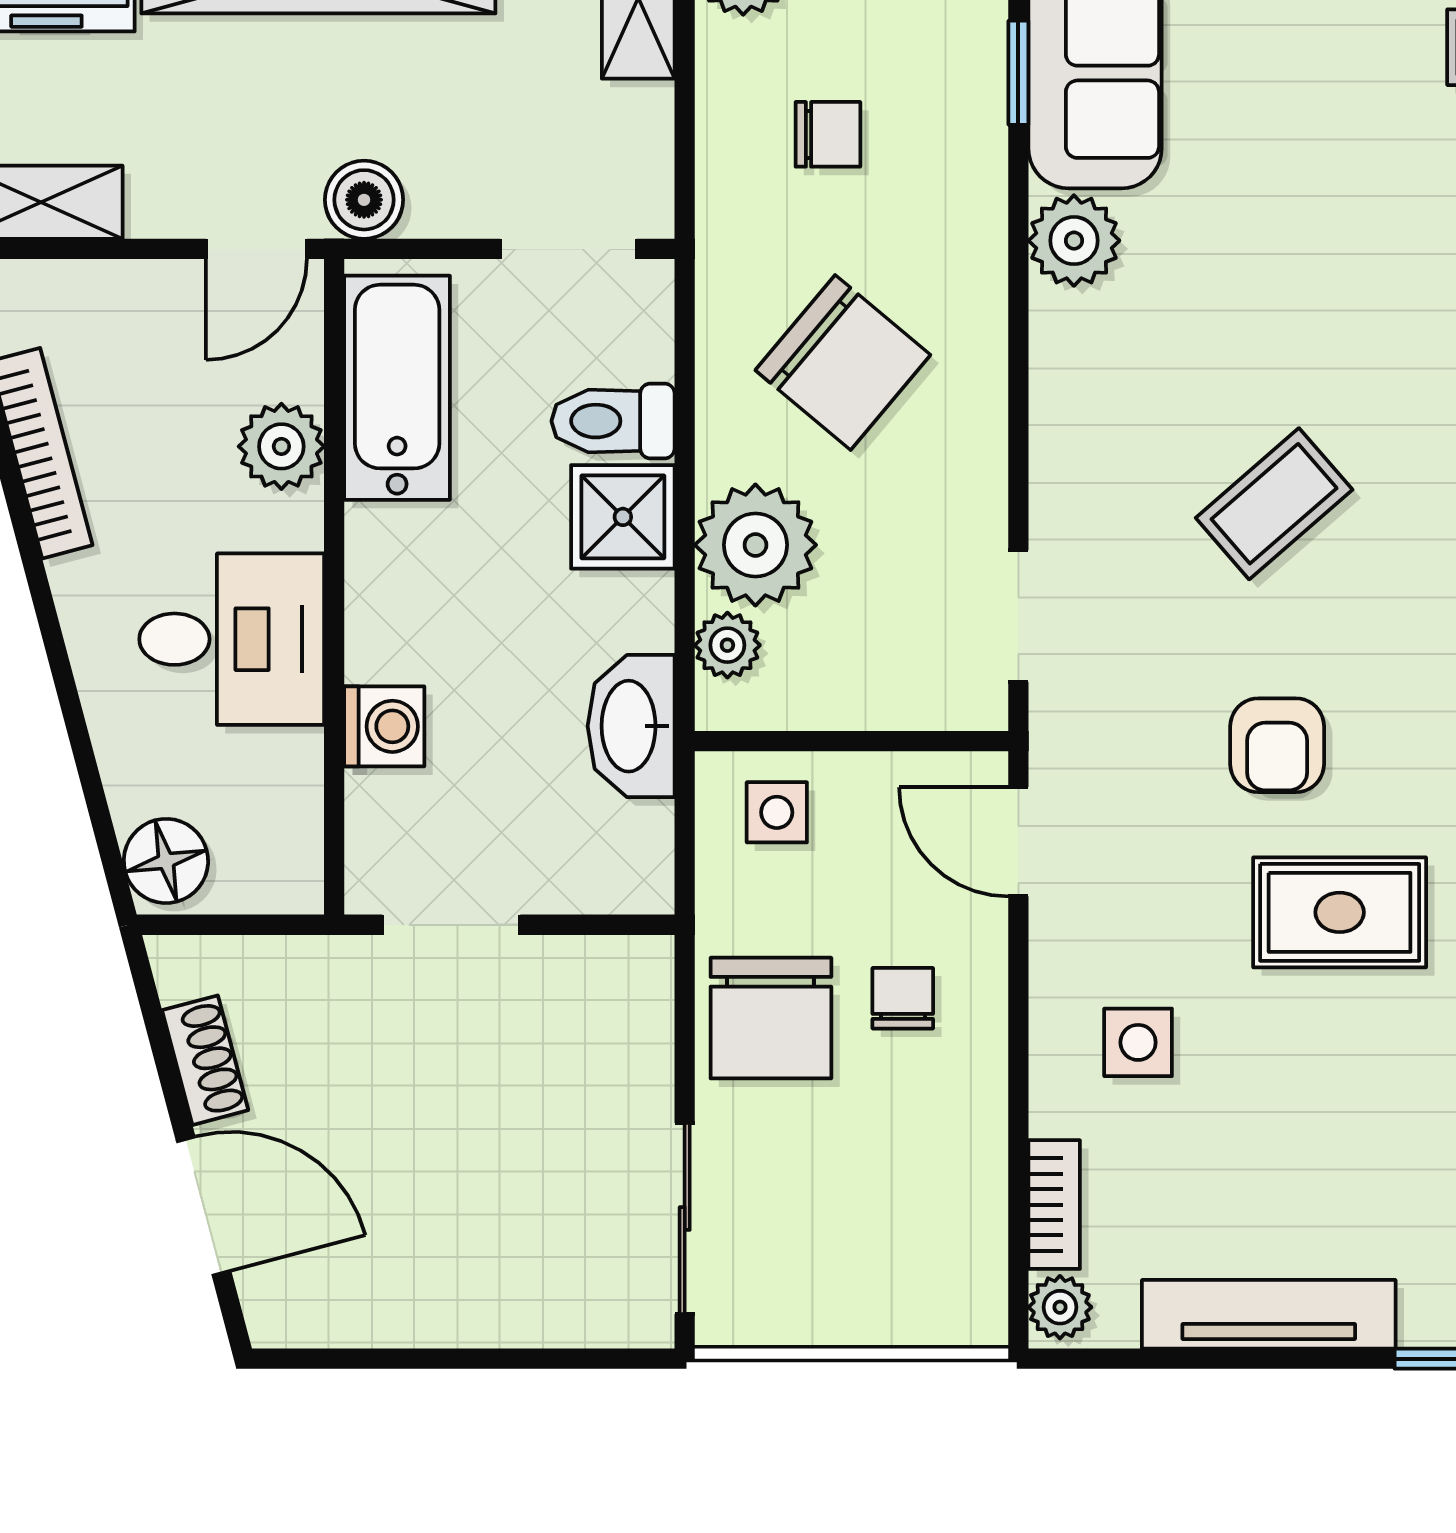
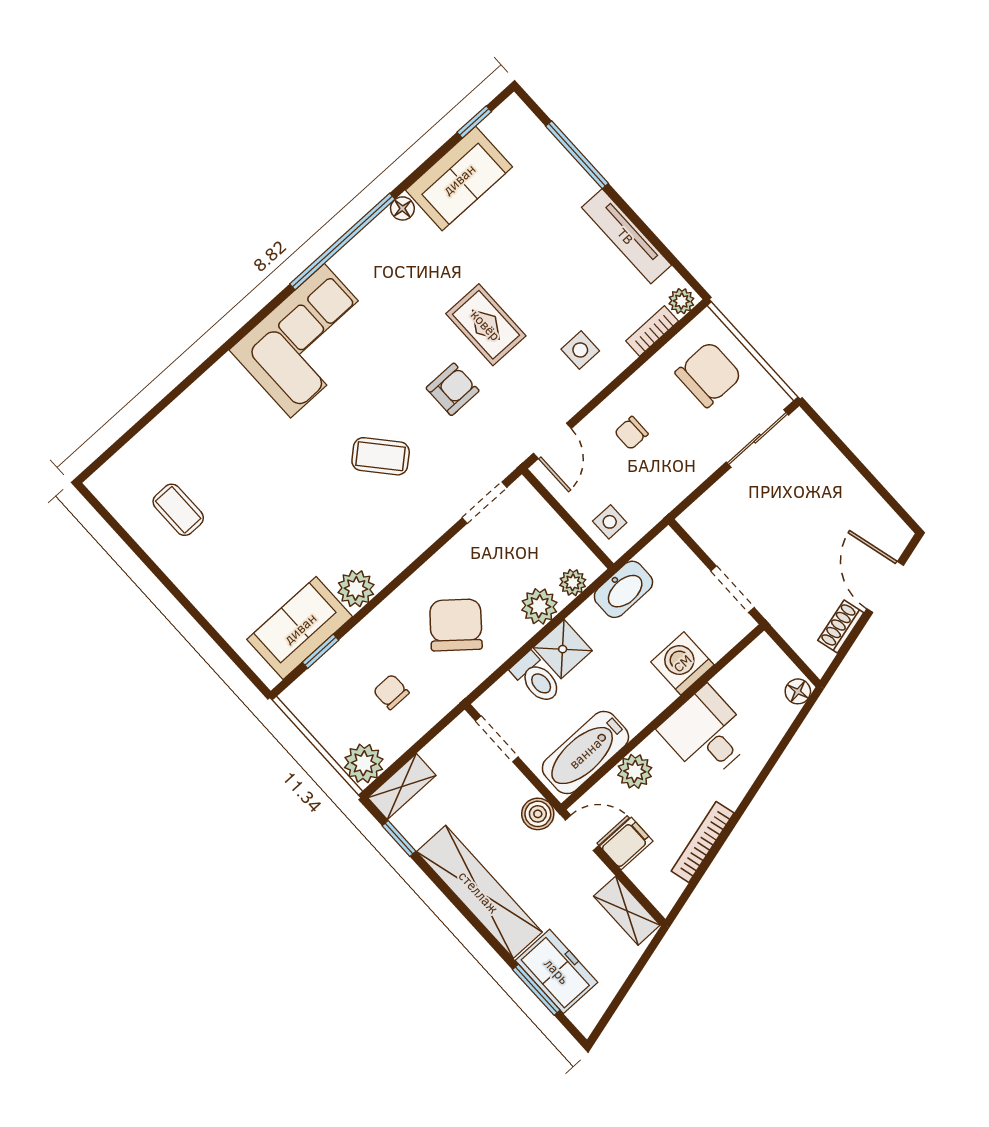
filing cabinet: (164, 312) -> (626, 844), added
plant: (755, 545) -> (539, 606), width x0.73, depth x0.73
washing machine: (384, 726) -> (682, 663), width x1.38, depth x1.38
floor lamp: (166, 861) -> (798, 691), width x0.73, depth x0.73
chair: (771, 1018) -> (709, 374), moved

